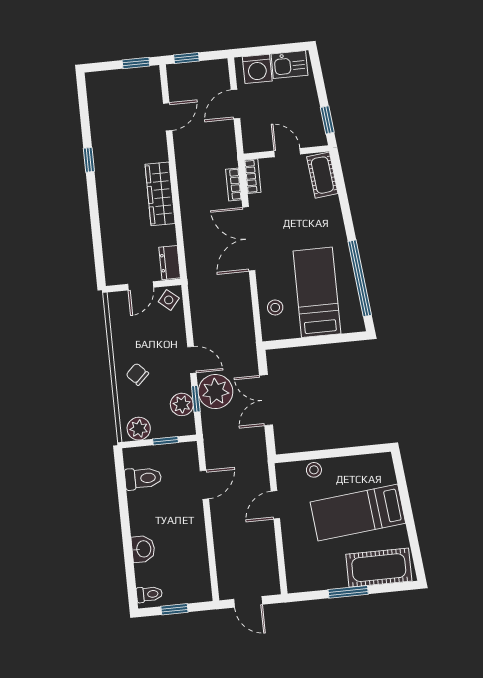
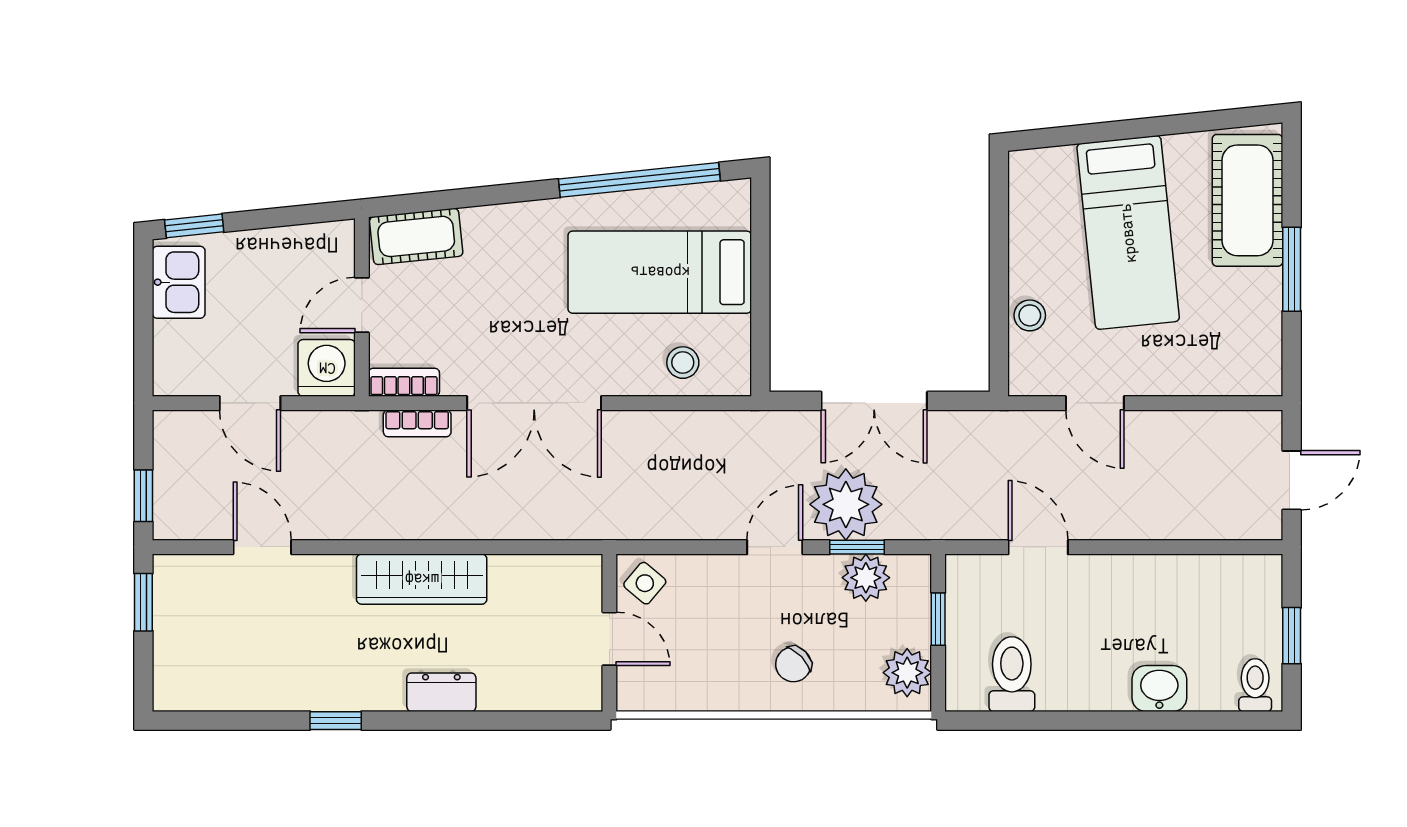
washing machine: (257, 69) -> (327, 368), moved, turned -90
window: (327, 120) -> (194, 226), moved
dresser: (170, 263) -> (441, 692), moved, turned 180

